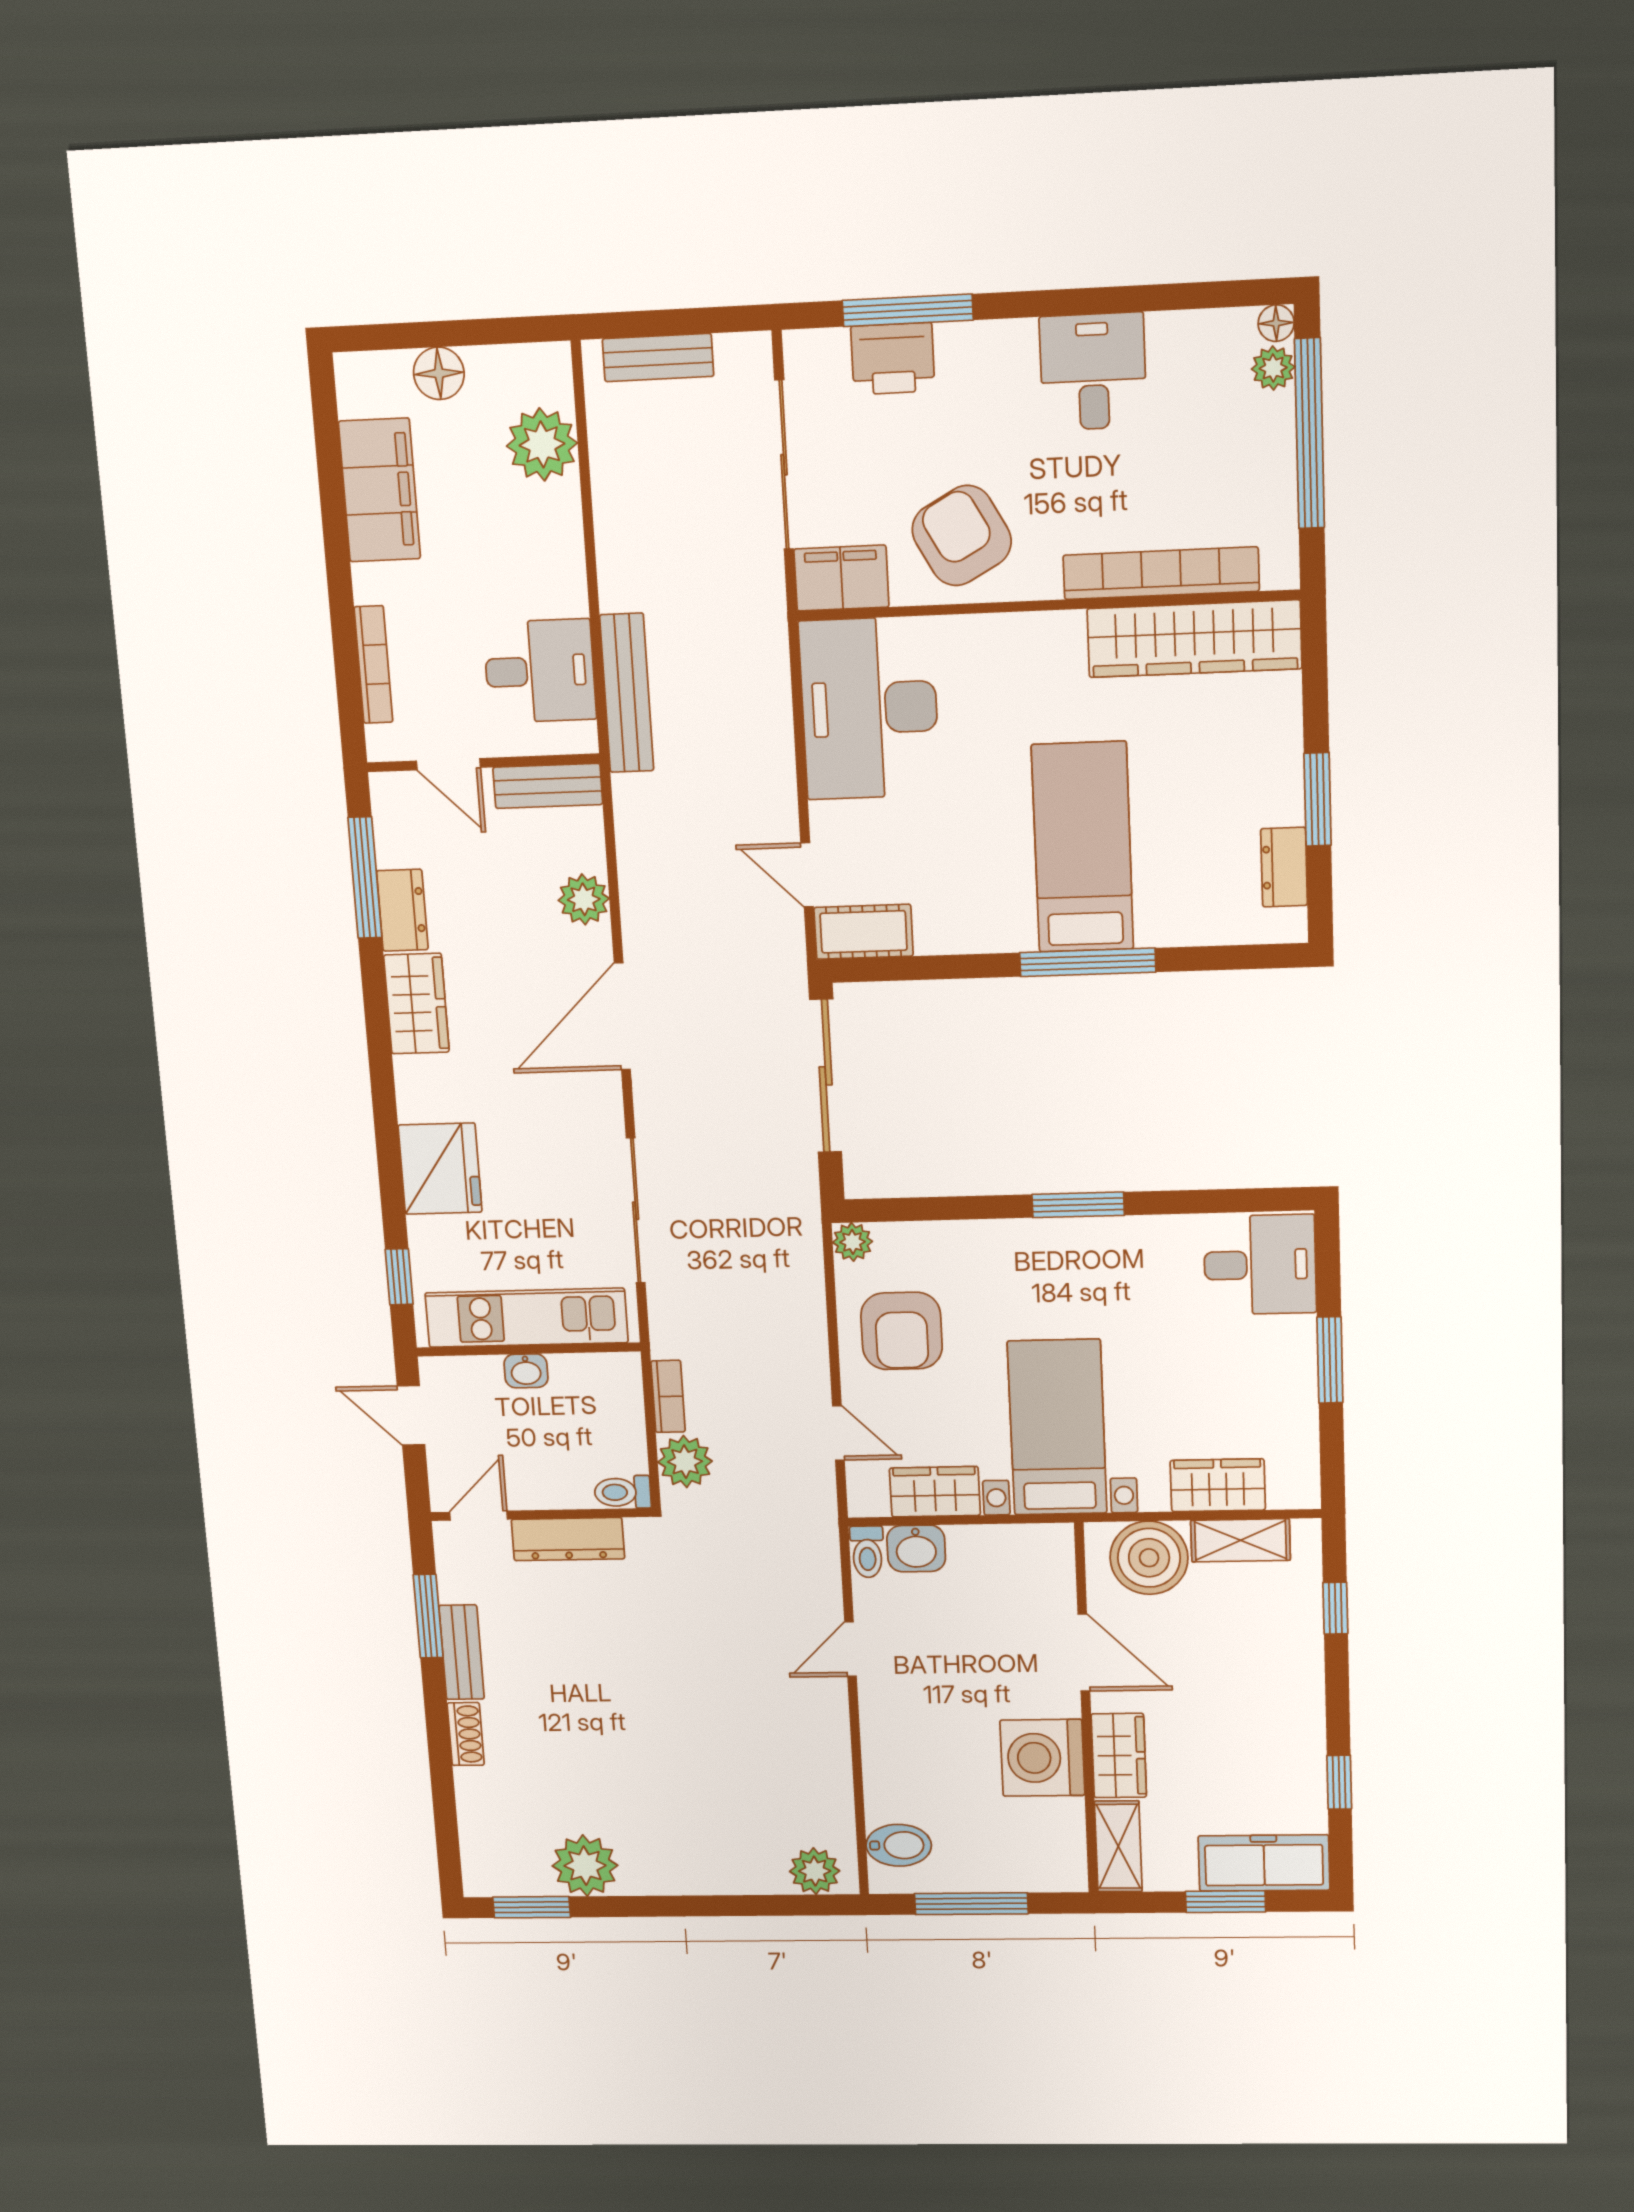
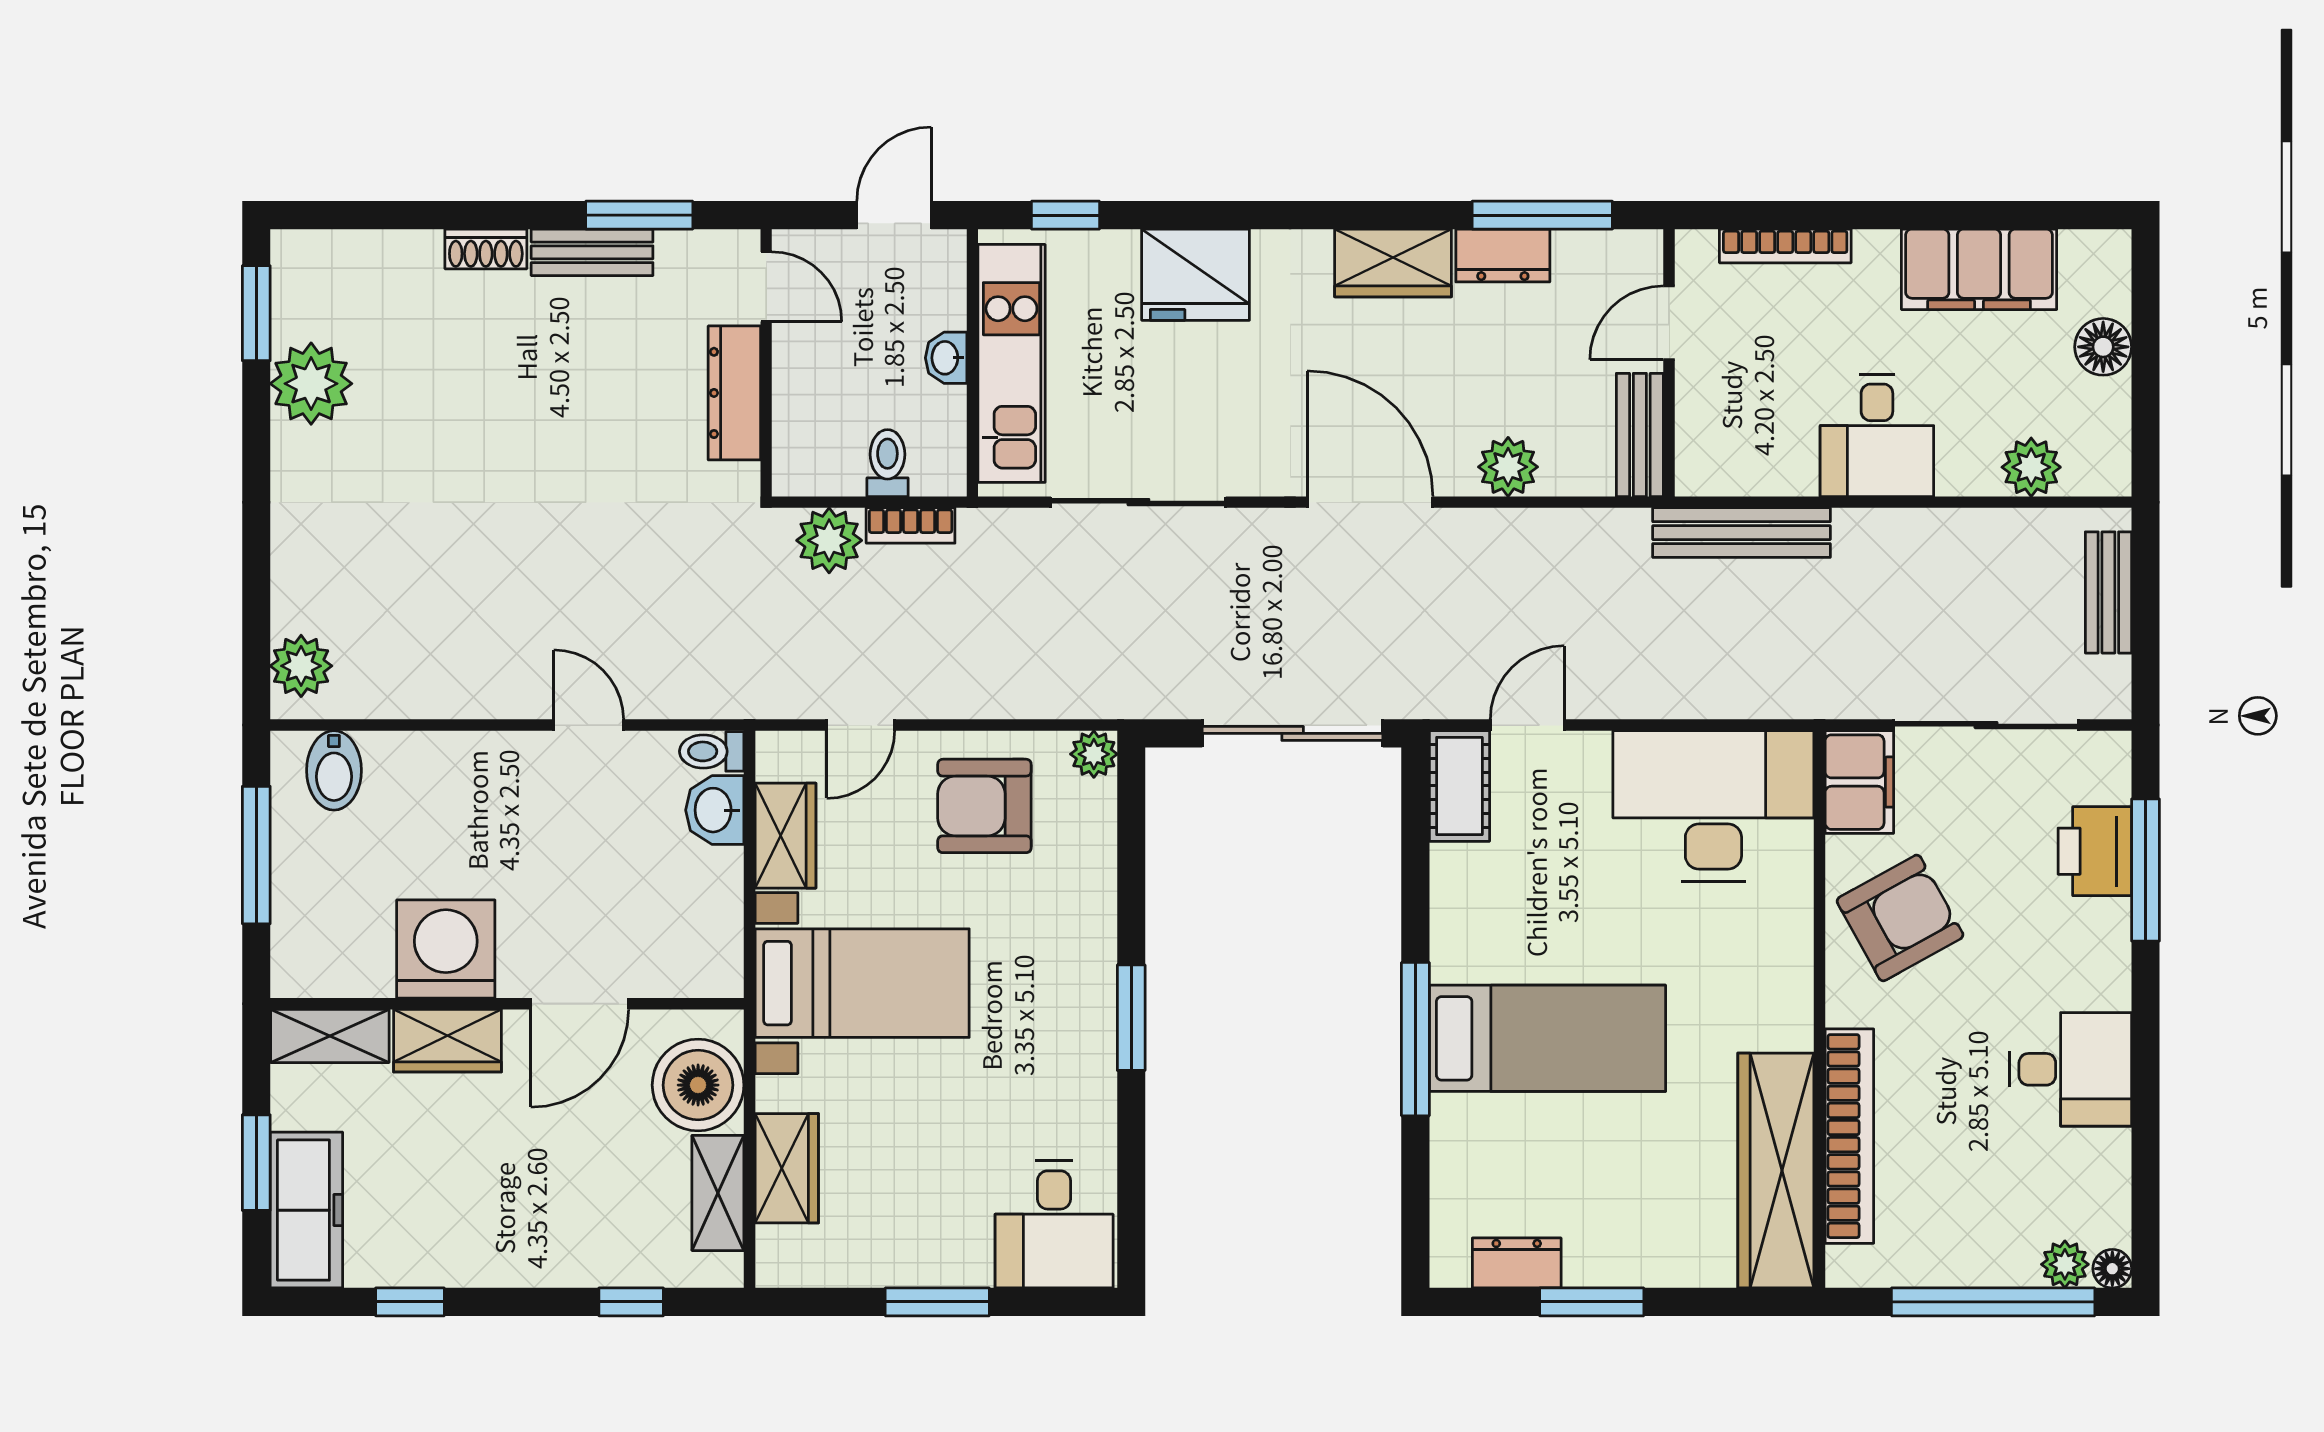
plant: (542, 444) -> (2031, 467), width x0.73, depth x0.73
desk: (540, 671) -> (1877, 435), moved
toilet: (623, 1492) -> (887, 463), moved

